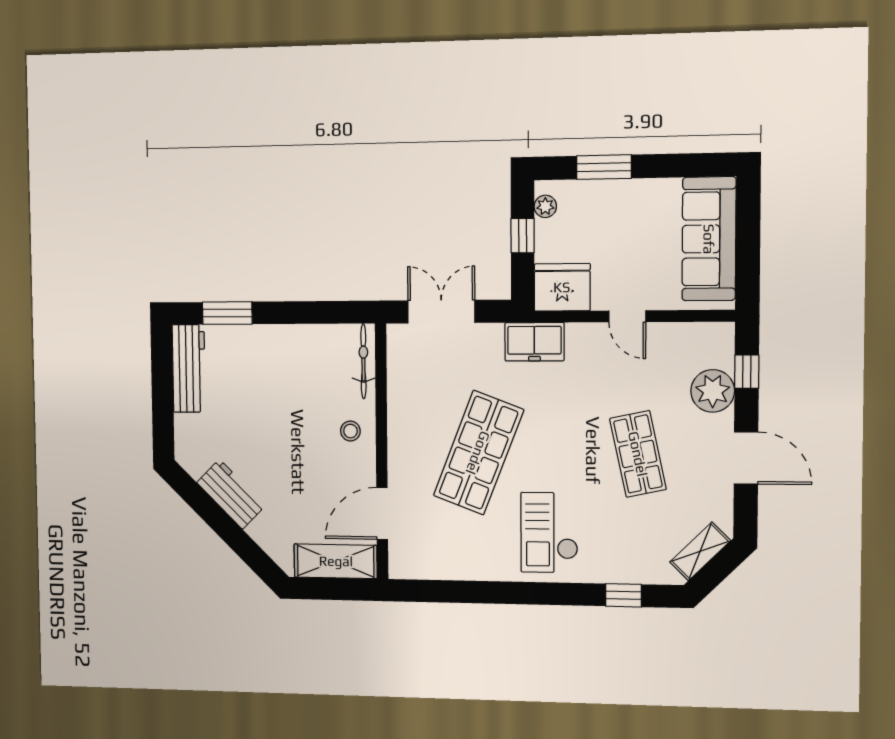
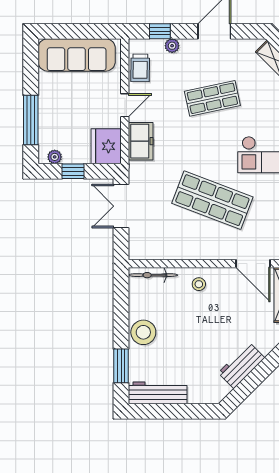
window: (604, 167) -> (31, 120), width x1.44
double door: (441, 312) -> (121, 206), moved
trolley: (687, 340) -> (140, 68), added
freezer: (534, 342) -> (141, 141), moved
stool: (277, 347) -> (143, 332), added
plant: (713, 391) -> (172, 46), width x0.53, depth x0.53

